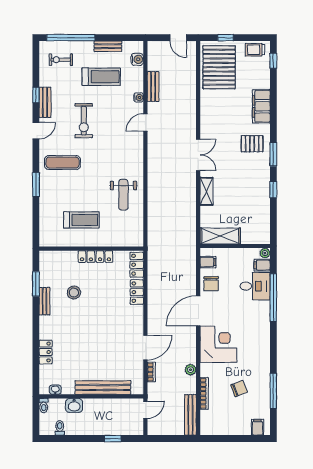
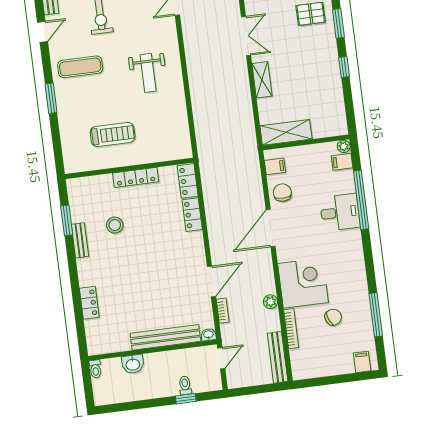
weight bench: (123, 195) -> (148, 73), moved
chair: (211, 284) -> (282, 193), turned 180
desk: (255, 286) -> (340, 212), moved
corner desk: (218, 344) -> (303, 283), moved
washbasin: (55, 390) -> (208, 335), moved
toilet: (60, 428) -> (185, 385), moved

